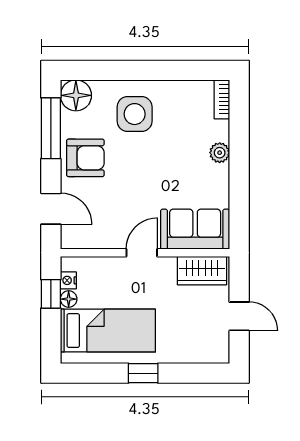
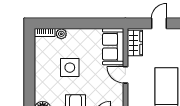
side table: (135, 114) -> (70, 68), moved
plant: (220, 153) -> (61, 34), moved

